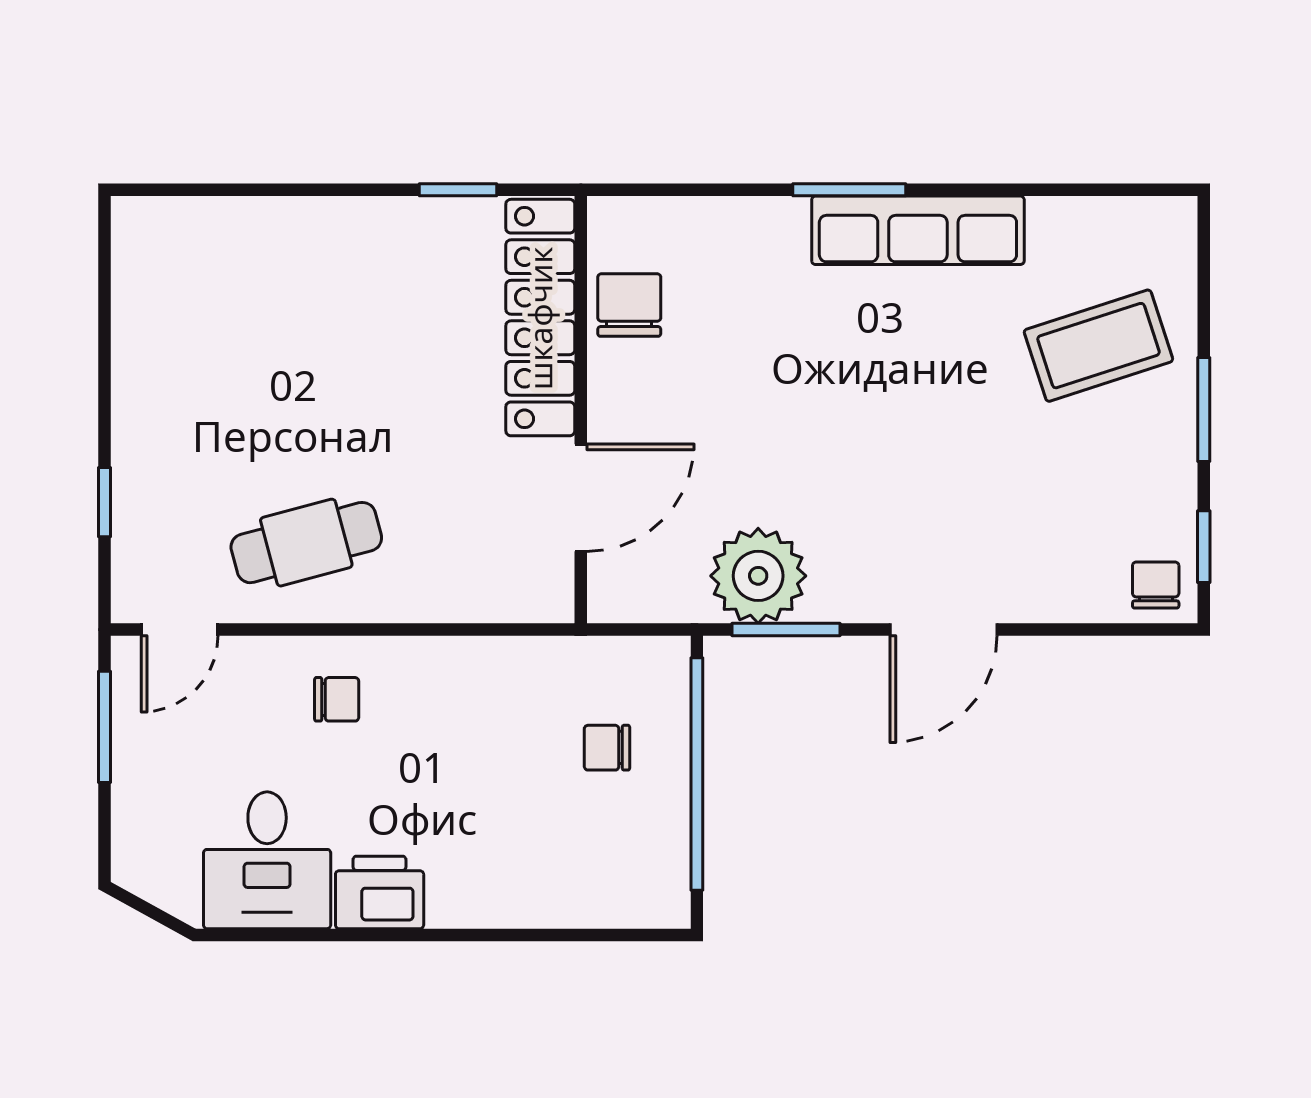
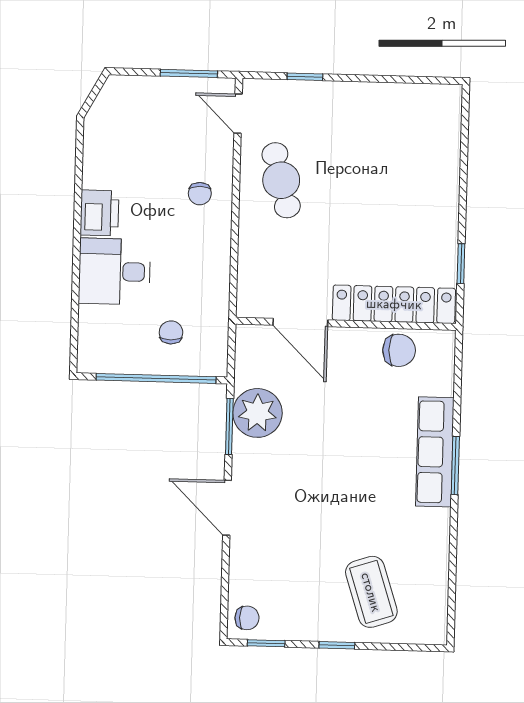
row of seats: (918, 230) -> (435, 452), moved
window: (1204, 409) -> (337, 645), width x0.67
desk: (267, 860) -> (115, 271), moved

